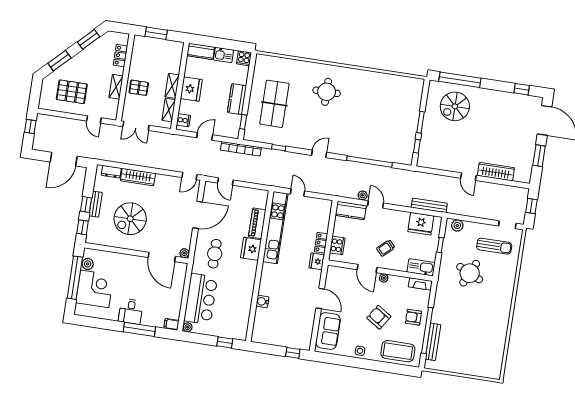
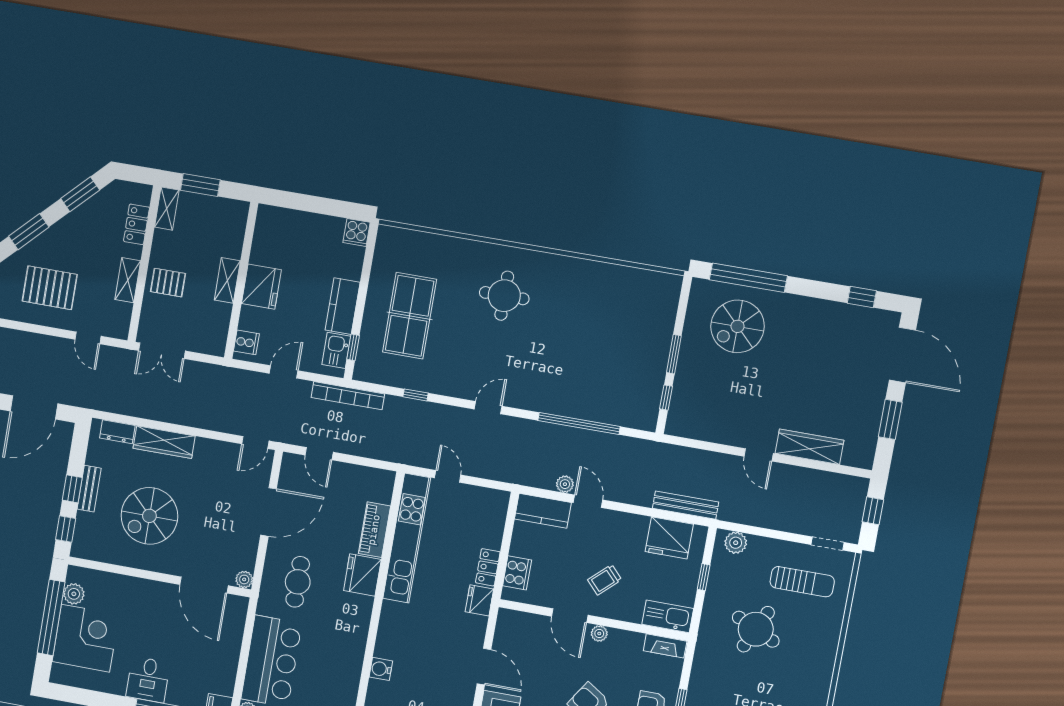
kitchen counter: (201, 51) -> (279, 219), removed
kitchen sink: (224, 55) -> (336, 350), moved, turned 90
shelving: (169, 110) -> (167, 209), moved

